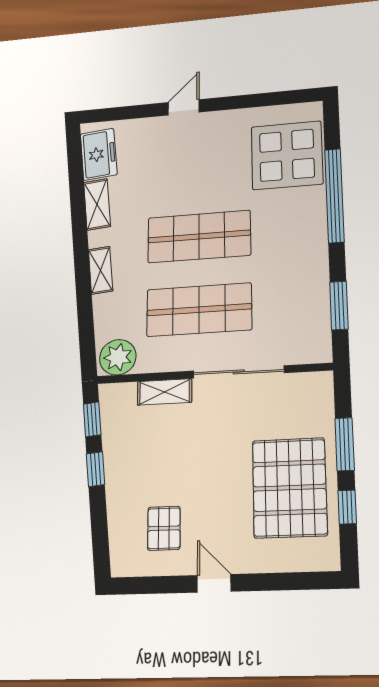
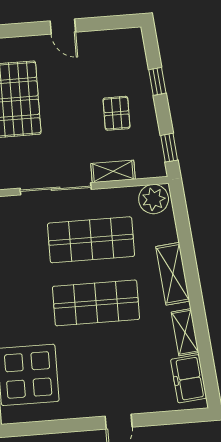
shelving: (101, 270) -> (173, 274), width x1.50, depth x1.33
window: (95, 469) -> (157, 81), moved
pallet: (164, 528) -> (116, 113), moved

